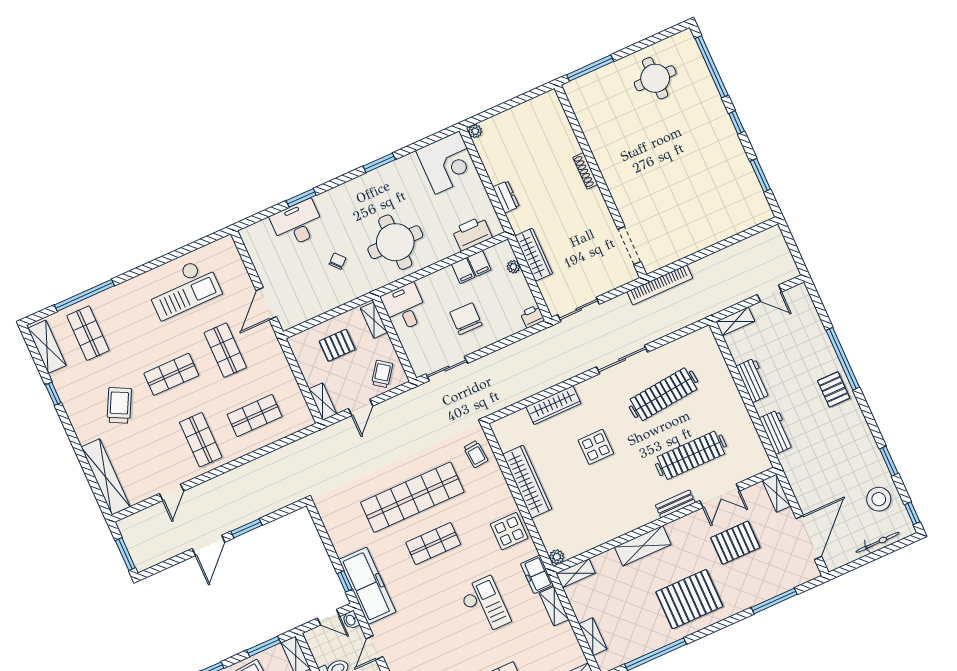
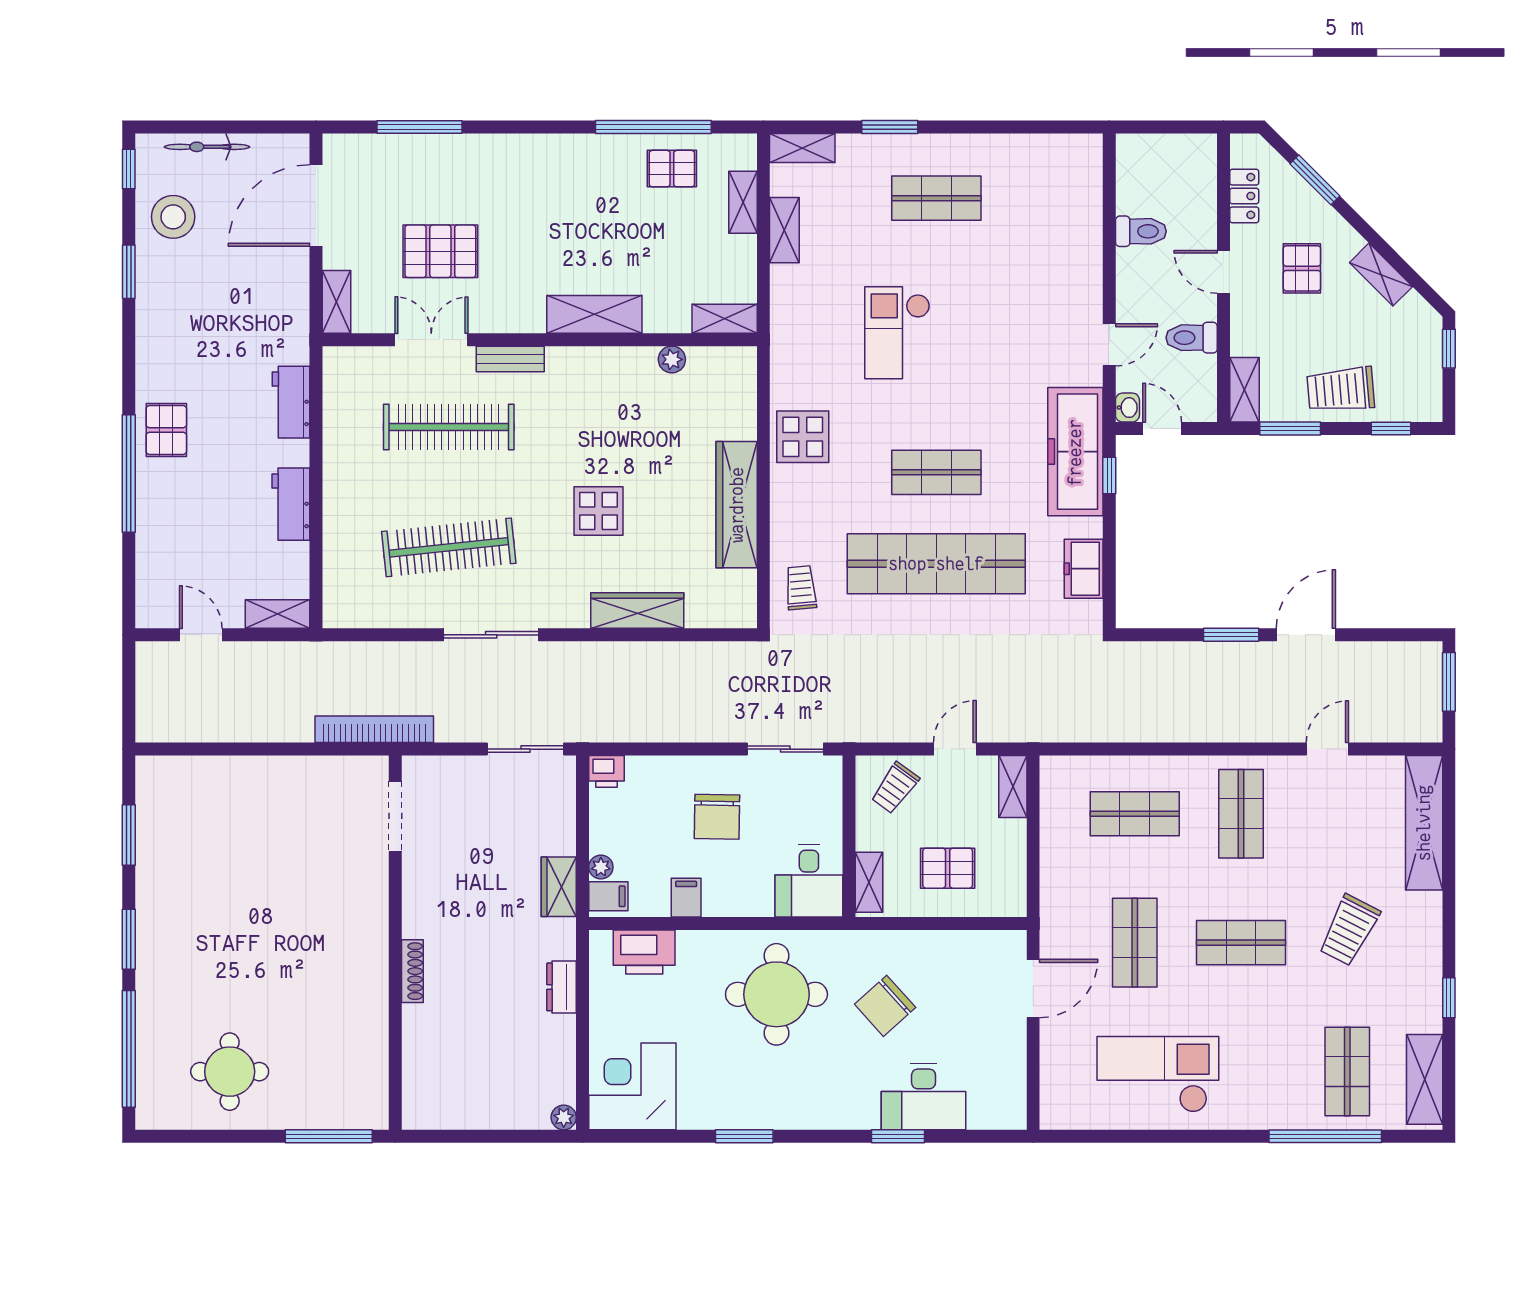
window: (737, 122) -> (129, 939), width x1.50
wardrobe: (534, 255) -> (559, 887), width x0.67
chair: (338, 261) -> (885, 1006), width x1.87, depth x1.87
filing cabinet: (479, 263) -> (608, 896), moved, turned 90
plant: (557, 557) -> (672, 359), moved
freezer: (537, 574) -> (1084, 569), moved, turned 180
pallet: (689, 599) -> (672, 169), moved, width x0.49, depth x0.50
shelving: (554, 606) -> (784, 230), moved

